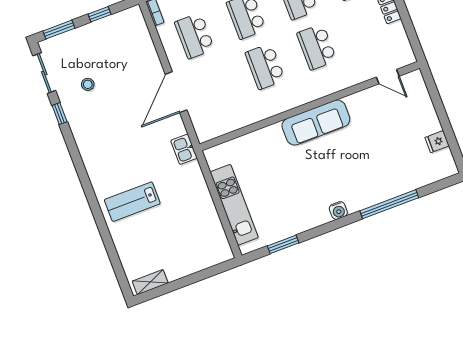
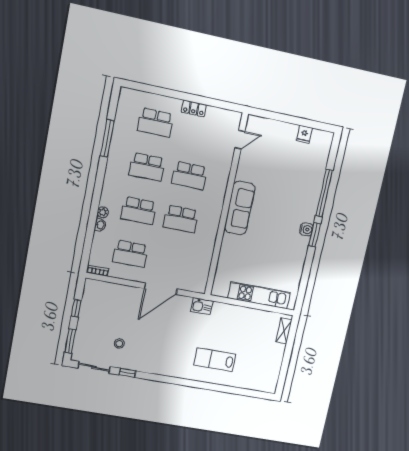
door: (176, 92) -> (161, 289), hinge flipped
lab bench: (132, 202) -> (215, 360), turned 90
window: (283, 244) -> (315, 235), moved
shelving: (150, 282) -> (284, 331), moved

